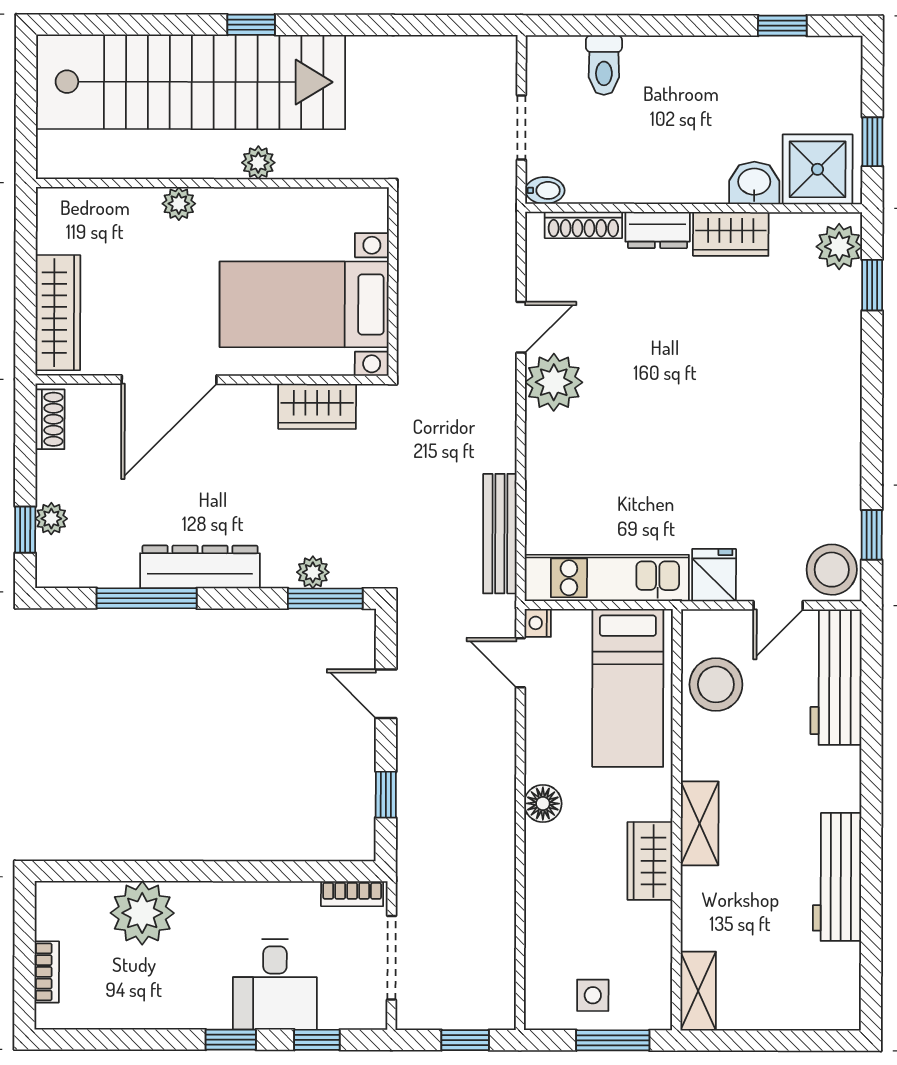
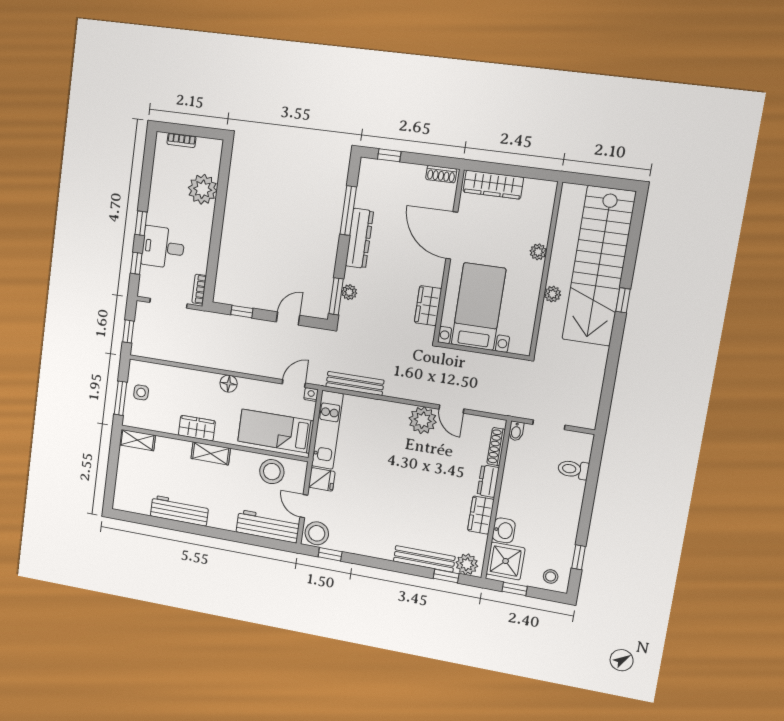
stool: (833, 74) -> (551, 576), added
bench: (844, 336) -> (424, 559), added
plant: (51, 519) -> (393, 169), removed

